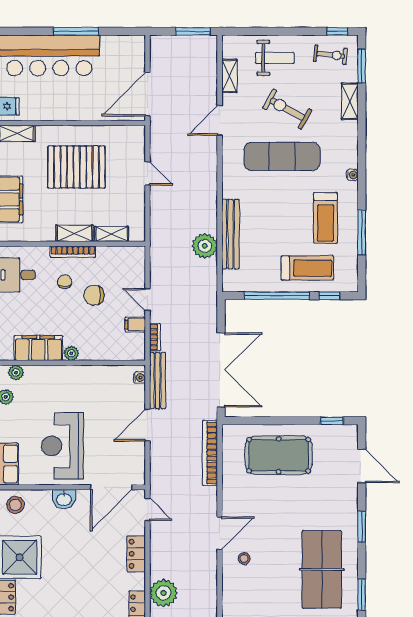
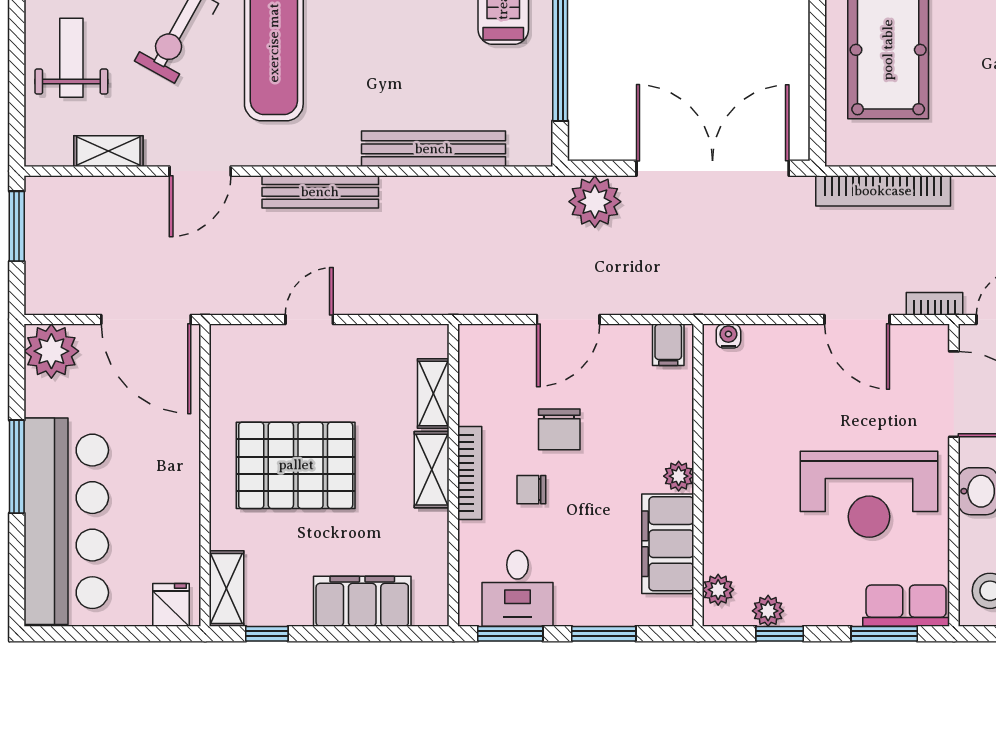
plant: (132, 48) -> (51, 351), added
door: (220, 121) -> (200, 171), hinge flipped
pallet: (76, 167) -> (296, 465), turned 90
plant: (205, 246) -> (595, 202), moved
door: (147, 300) -> (568, 319), width x1.38
filing cabinet: (135, 324) -> (668, 345), moved
bookcase: (155, 337) -> (935, 304), moved
bench: (158, 381) -> (320, 192), moved
door: (147, 425) -> (857, 319), moved

